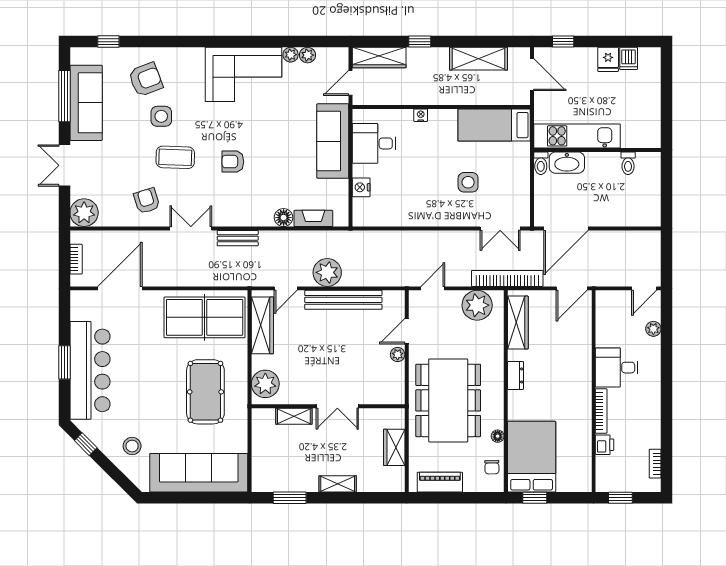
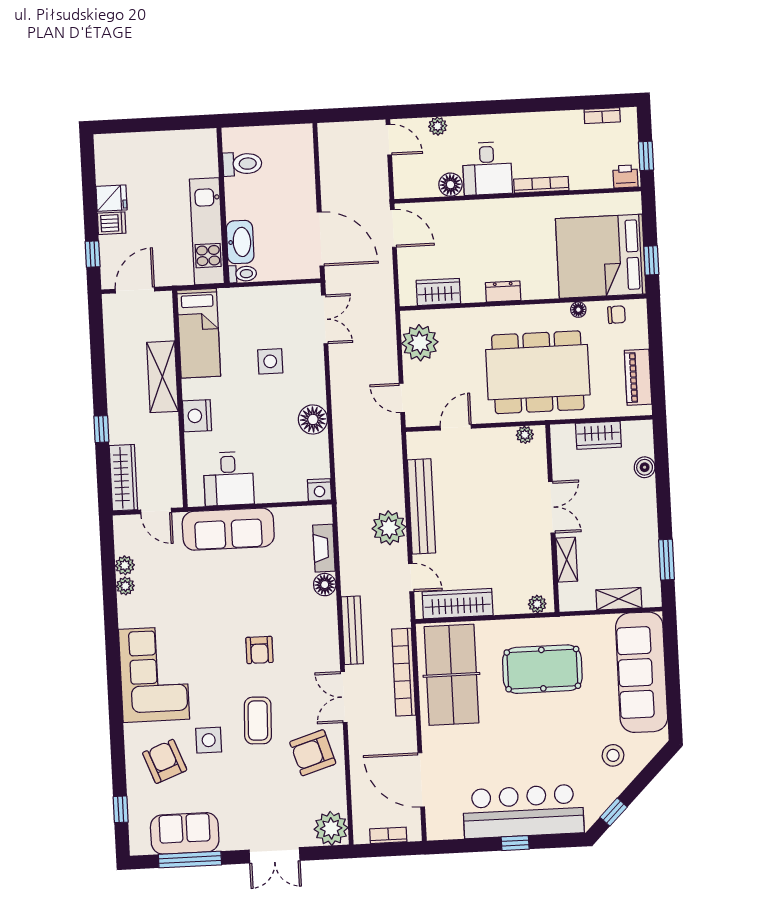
dishwasher: (629, 58) -> (112, 223), moved
shelving: (478, 59) -> (162, 377), moved
corner sofa: (244, 74) -> (154, 674), moved
sofa: (86, 103) -> (185, 833), width x0.73
nightstand: (421, 115) -> (197, 416), width x1.89, depth x1.79
toilet: (628, 163) -> (242, 164), width x1.37, depth x1.39
nightstand: (361, 187) -> (319, 490), moved
armchair: (147, 201) -> (313, 753), width x1.38, depth x1.38
floor lamp: (419, 215) -> (313, 419), added
bench: (238, 238) -> (352, 630), width x1.36
bookcase: (507, 278) -> (404, 672), moved
wardrobe: (518, 323) -> (438, 292), width x0.67
door: (407, 331) -> (456, 427), swing flipped
floor lamp: (605, 337) -> (450, 185), added
plant: (398, 355) -> (525, 435), moved
window: (64, 362) -> (515, 843), width x0.67
plant: (265, 384) -> (537, 604), width x0.53, depth x0.53
printer: (605, 445) -> (625, 176), moved
bed: (532, 457) -> (601, 256), width x1.36
shelving: (338, 484) -> (619, 599), moved, turned 90
boiler: (366, 484) -> (645, 467), added

